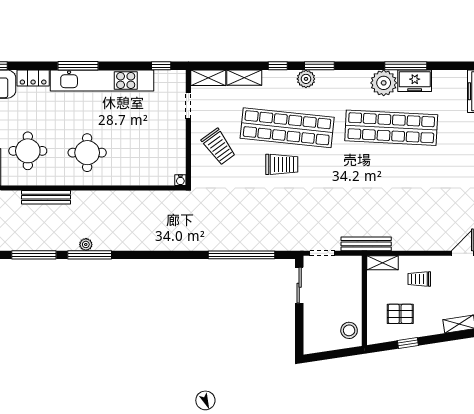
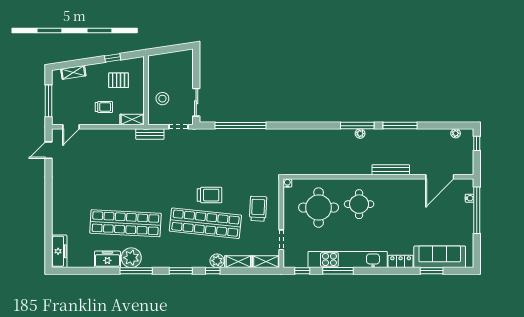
window: (78, 66) -> (338, 271), moved
window: (406, 66) -> (136, 271), moved
plant: (306, 79) -> (217, 261), moved
trolley: (219, 147) -> (258, 209), turned 39
round table: (28, 151) -> (319, 208), moved, width x1.36, depth x1.36
trolley: (282, 164) -> (209, 195), turned 180
bench: (366, 244) -> (150, 134), width x0.73
stool: (349, 330) -> (162, 99), moved

